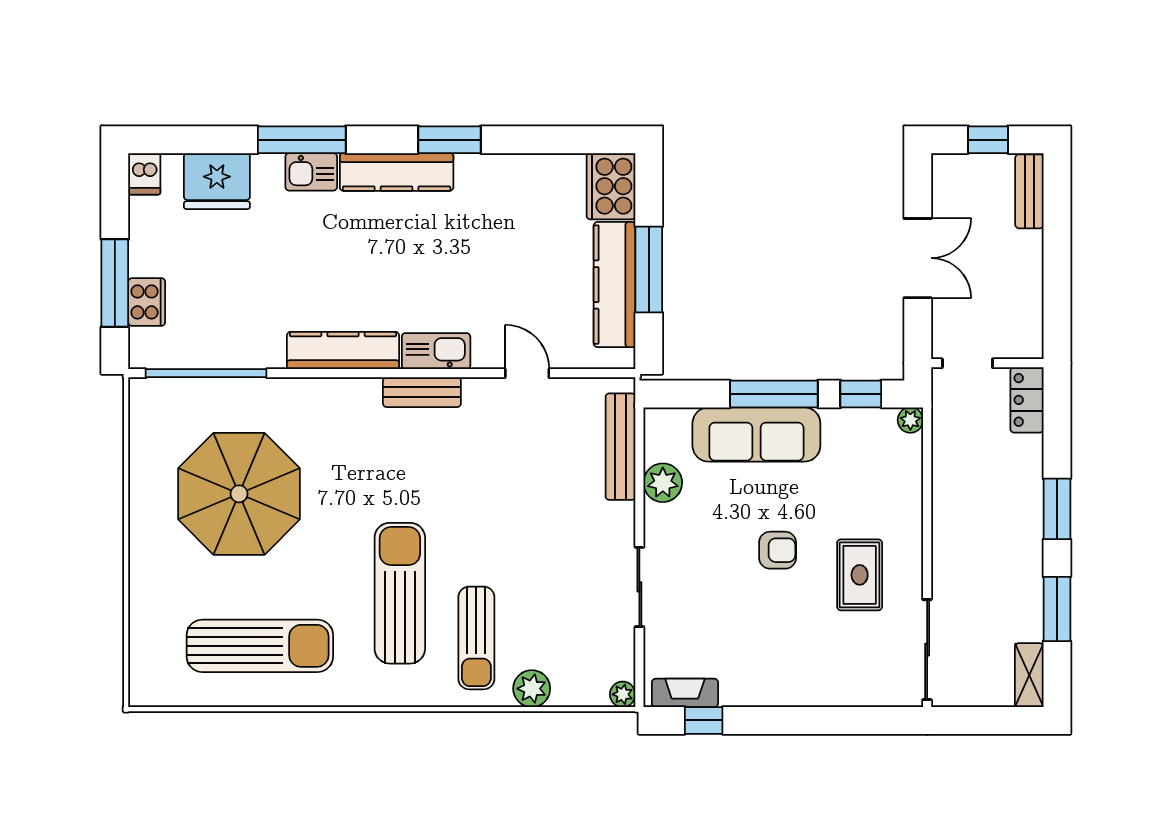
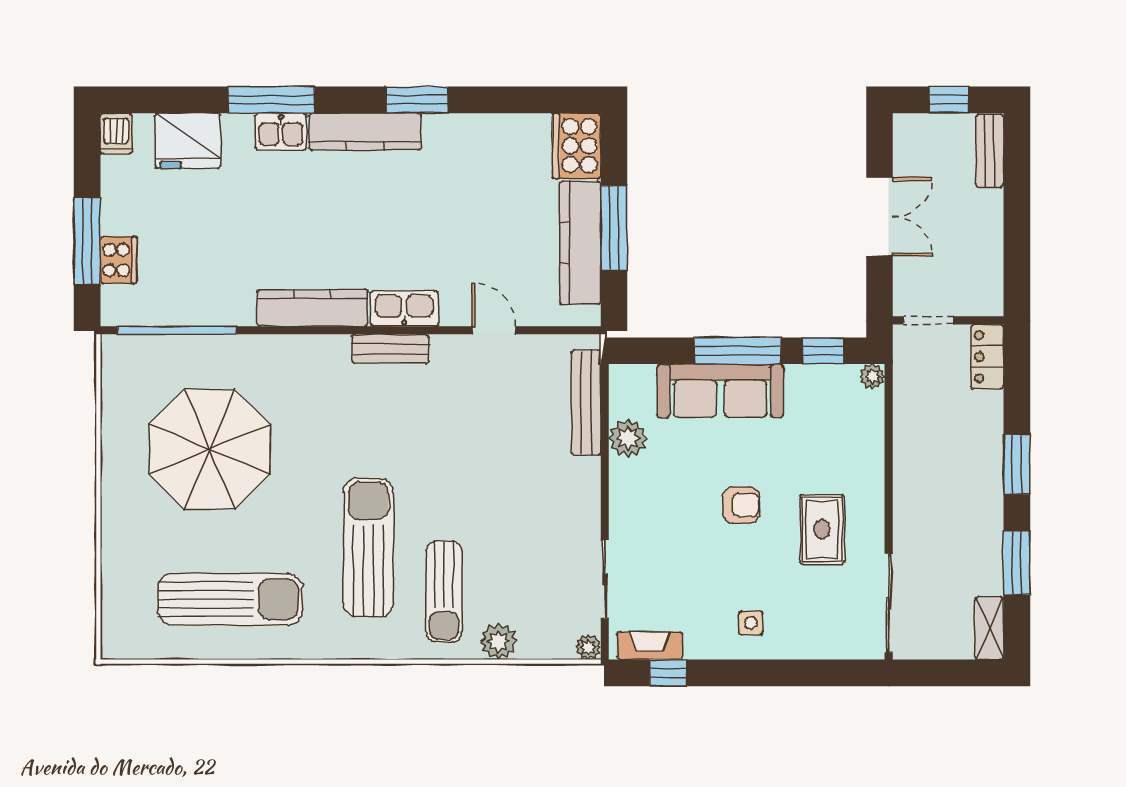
sliding door: (639, 587) -> (605, 579), moved
side table: (787, 670) -> (751, 623), added

